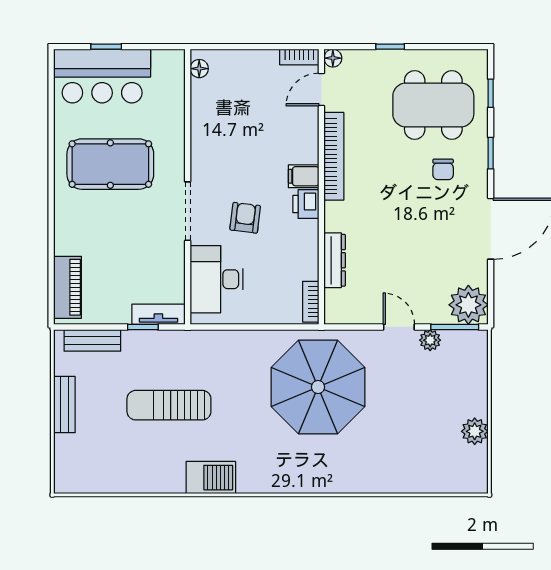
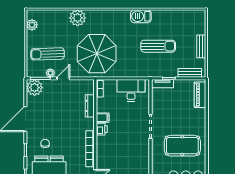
filing cabinet: (304, 176) -> (103, 118), moved
armchair: (245, 218) -> (127, 123), removed
desk: (216, 279) -> (131, 90), moved, turned -90
door: (399, 327) -> (63, 78), swing flipped
sun lounger: (437, 386) -> (47, 54), added
plant: (475, 431) -> (32, 25), moved
plant: (364, 474) -> (78, 18), added

